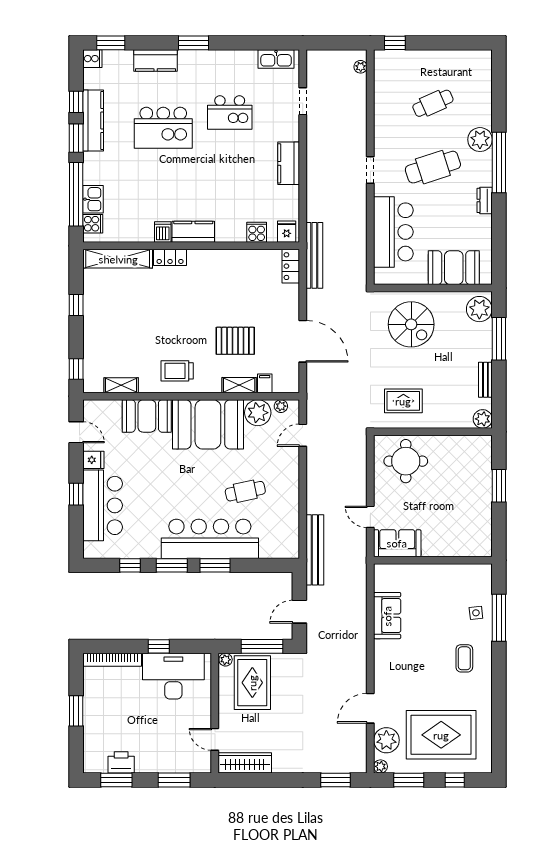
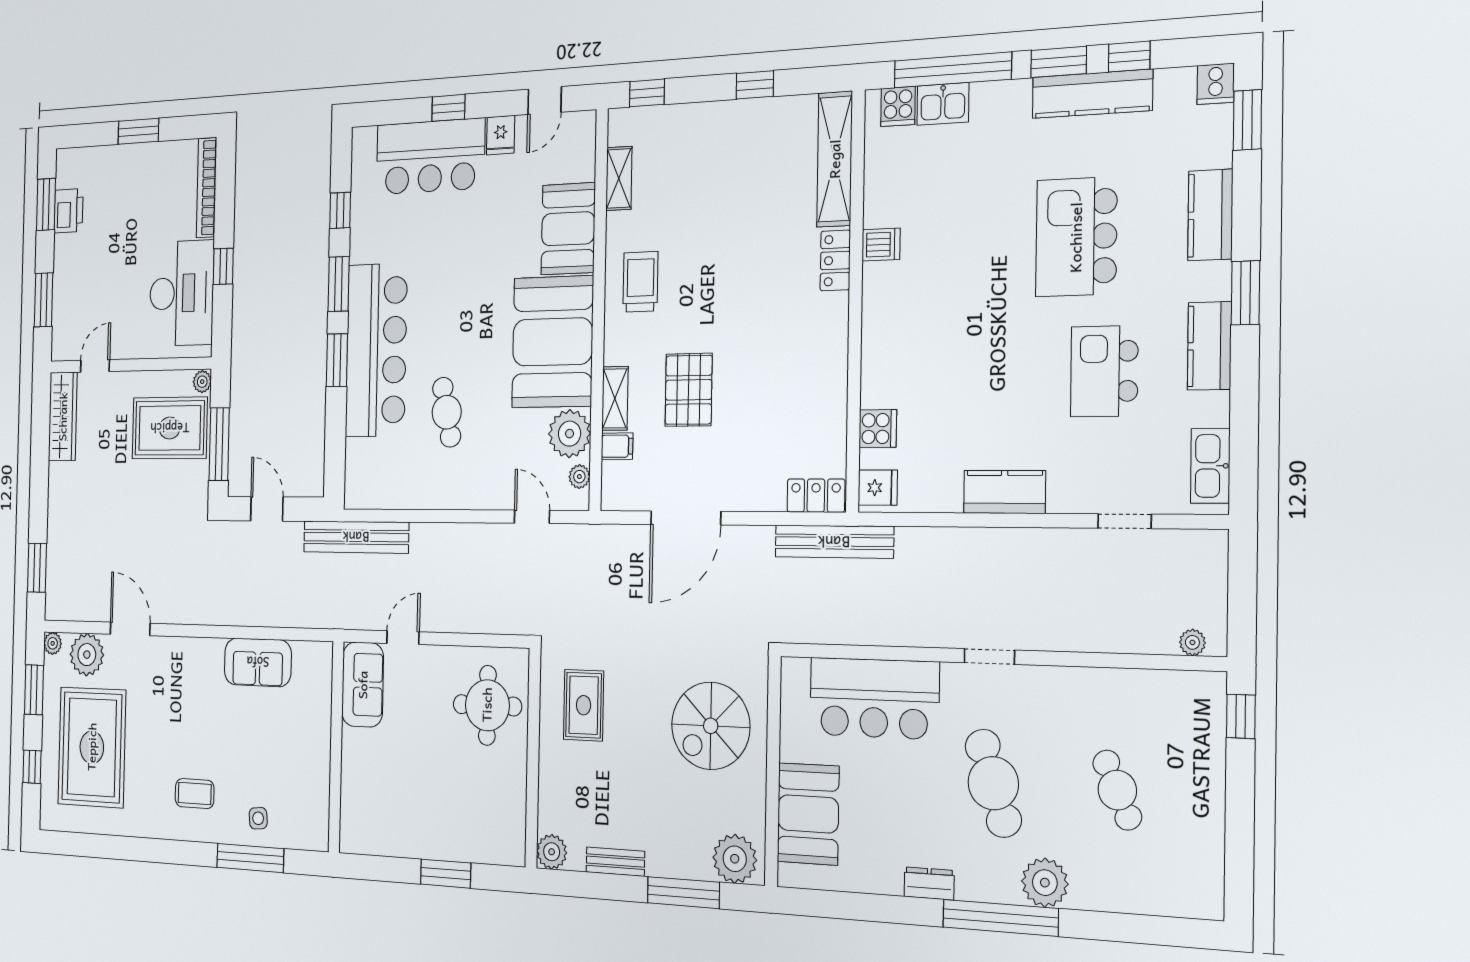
kitchen counter: (193, 232) -> (1209, 346), moved, turned 180

